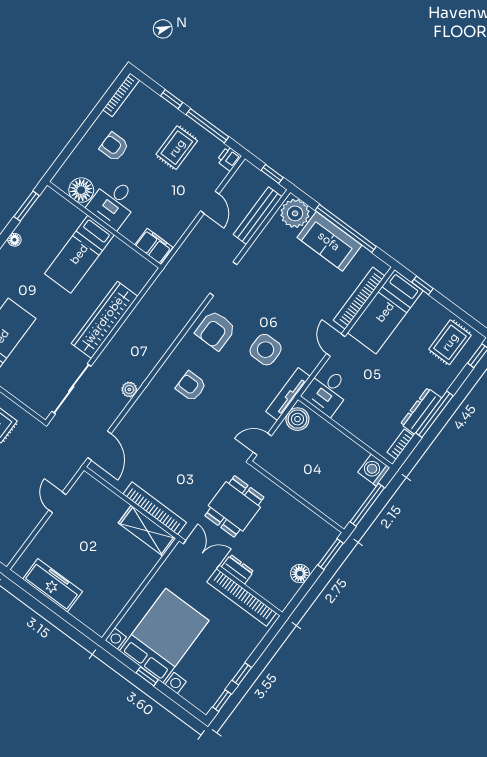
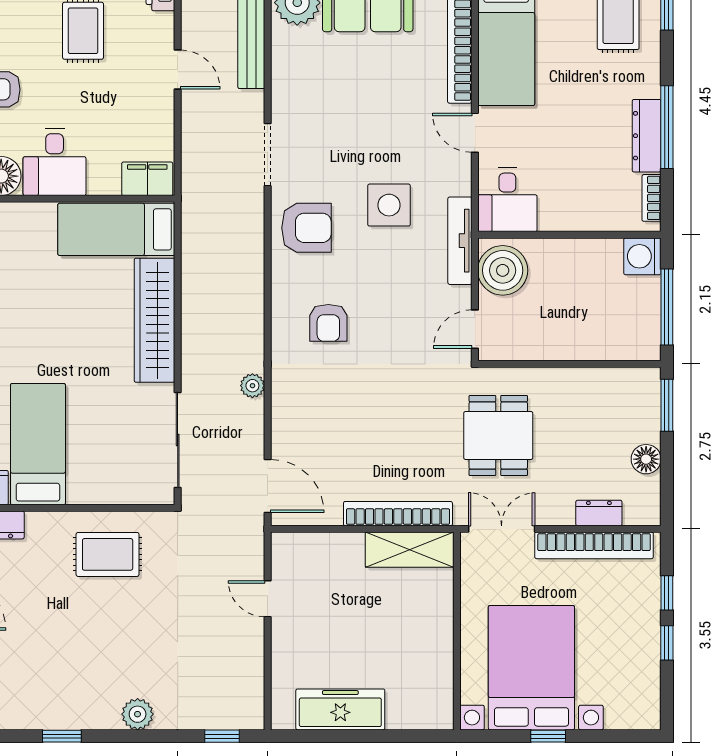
bed: (79, 254) -> (116, 229), moved, turned 90
armchair: (215, 330) -> (306, 228), turned -90
armchair: (191, 386) -> (328, 323), turned -90
boiler: (297, 419) -> (503, 270), width x1.37, depth x1.37
dresser: (238, 569) -> (599, 513), moved
window: (222, 701) -> (667, 593), moved

